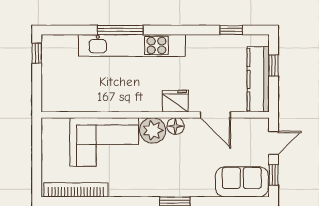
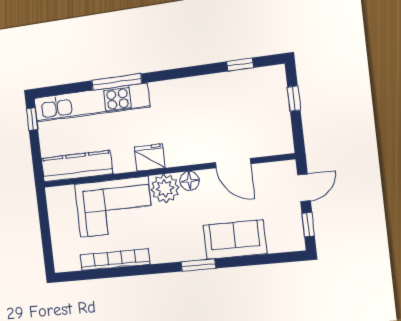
kitchen unit: (132, 45) -> (91, 103), moved
kitchen counter: (258, 79) -> (77, 166), moved, turned 90
fridge: (175, 101) -> (150, 157), moved
sofa: (242, 182) -> (235, 240), moved
bookcase: (76, 190) -> (115, 260), moved

